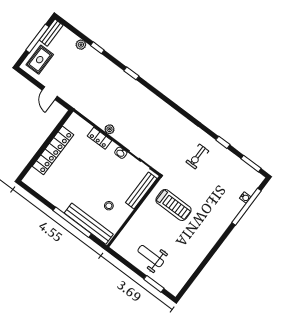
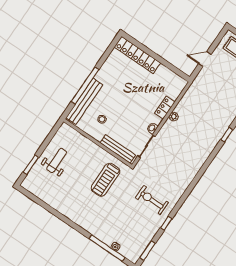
locker: (53, 150) -> (137, 55), moved
exercise bike: (197, 156) -> (152, 200), width x1.38, depth x1.39

